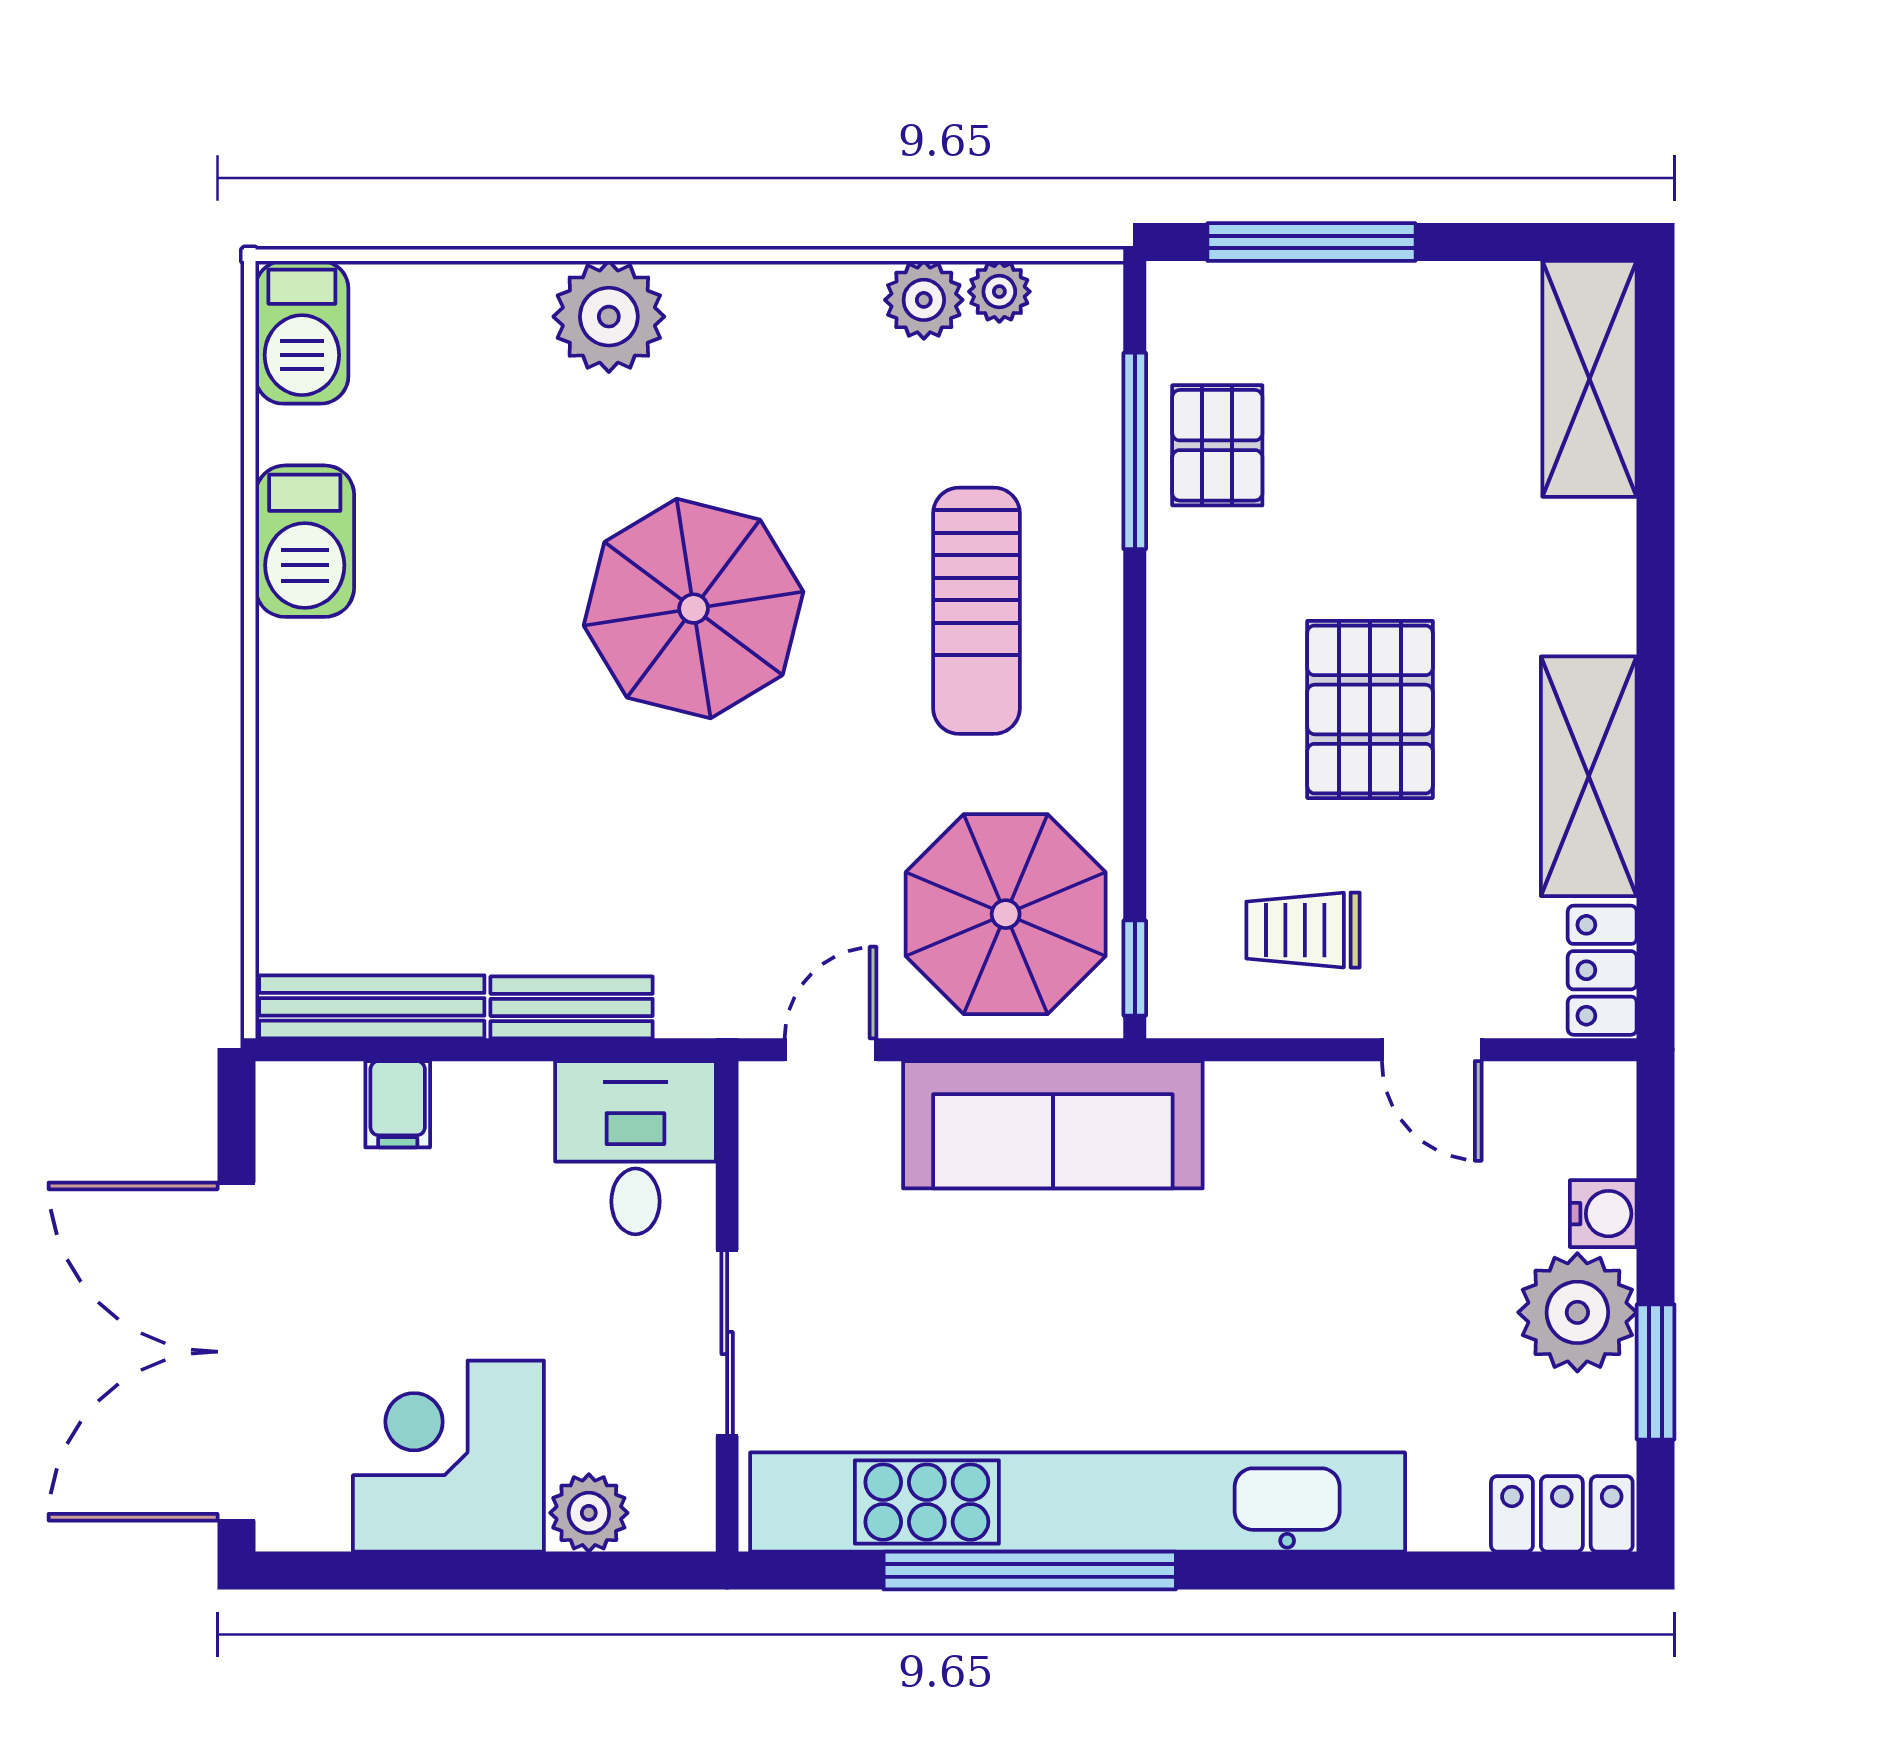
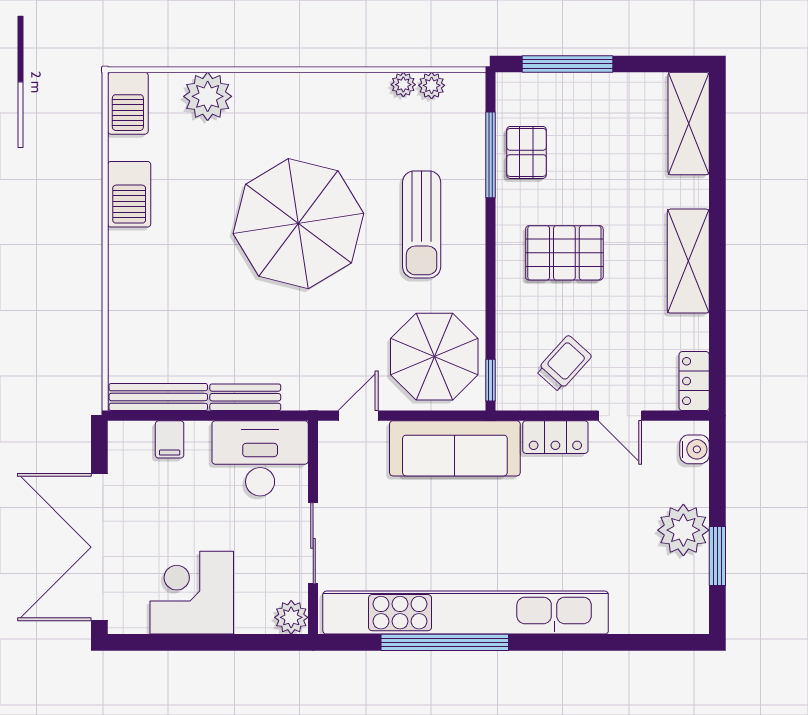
plant: (924, 300) -> (403, 85), width x0.73, depth x0.73
plant: (609, 317) -> (208, 96), moved
parasol: (694, 609) -> (298, 224), width x1.36, depth x1.36
pallet: (1370, 709) -> (564, 253), moved, turned 90
shelving: (1589, 776) -> (688, 261), moved
trolley: (1303, 930) -> (564, 364), turned 132
desk: (635, 1148) -> (260, 458), width x1.37
water cooler: (1603, 1214) -> (695, 449), moved
plant: (589, 1513) -> (291, 617), moved
locker: (1562, 1514) -> (555, 437), moved, turned 180

